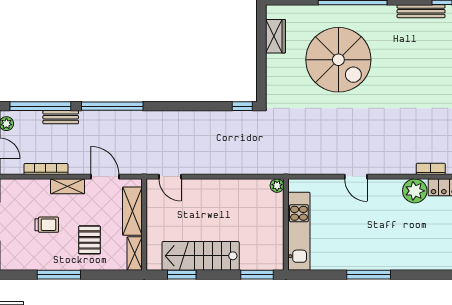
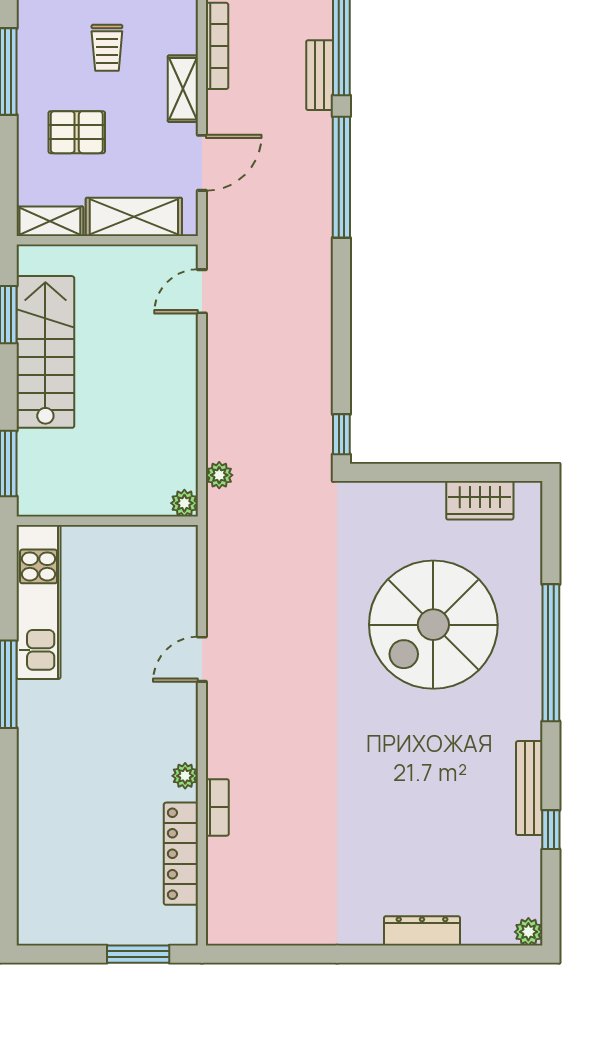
plant: (263, 168) -> (219, 475), added
plant: (415, 191) -> (185, 776), width x0.53, depth x0.53
kitchen unit: (299, 231) -> (39, 602), moved, turned -90

